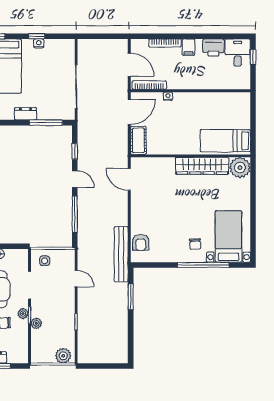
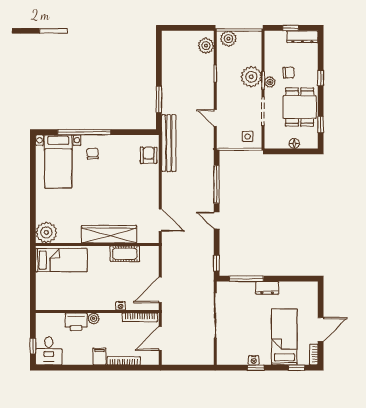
printer: (213, 48) -> (76, 322), moved, turned 180
door: (129, 65) -> (160, 338), hinge flipped
plant: (194, 84) -> (94, 319), added
cot: (138, 140) -> (125, 254), moved, turned 90
window: (75, 151) -> (217, 263), moved
wardrobe: (202, 166) -> (109, 234), moved
plant: (36, 323) -> (251, 77), width x1.88, depth x1.88
plant: (85, 349) -> (206, 46), added

